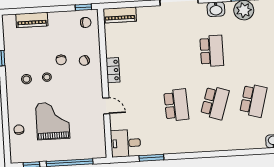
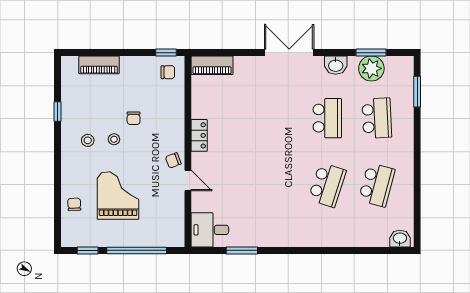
chair: (84, 61) -> (173, 160), moved
school desk: (176, 105) -> (377, 118), moved

